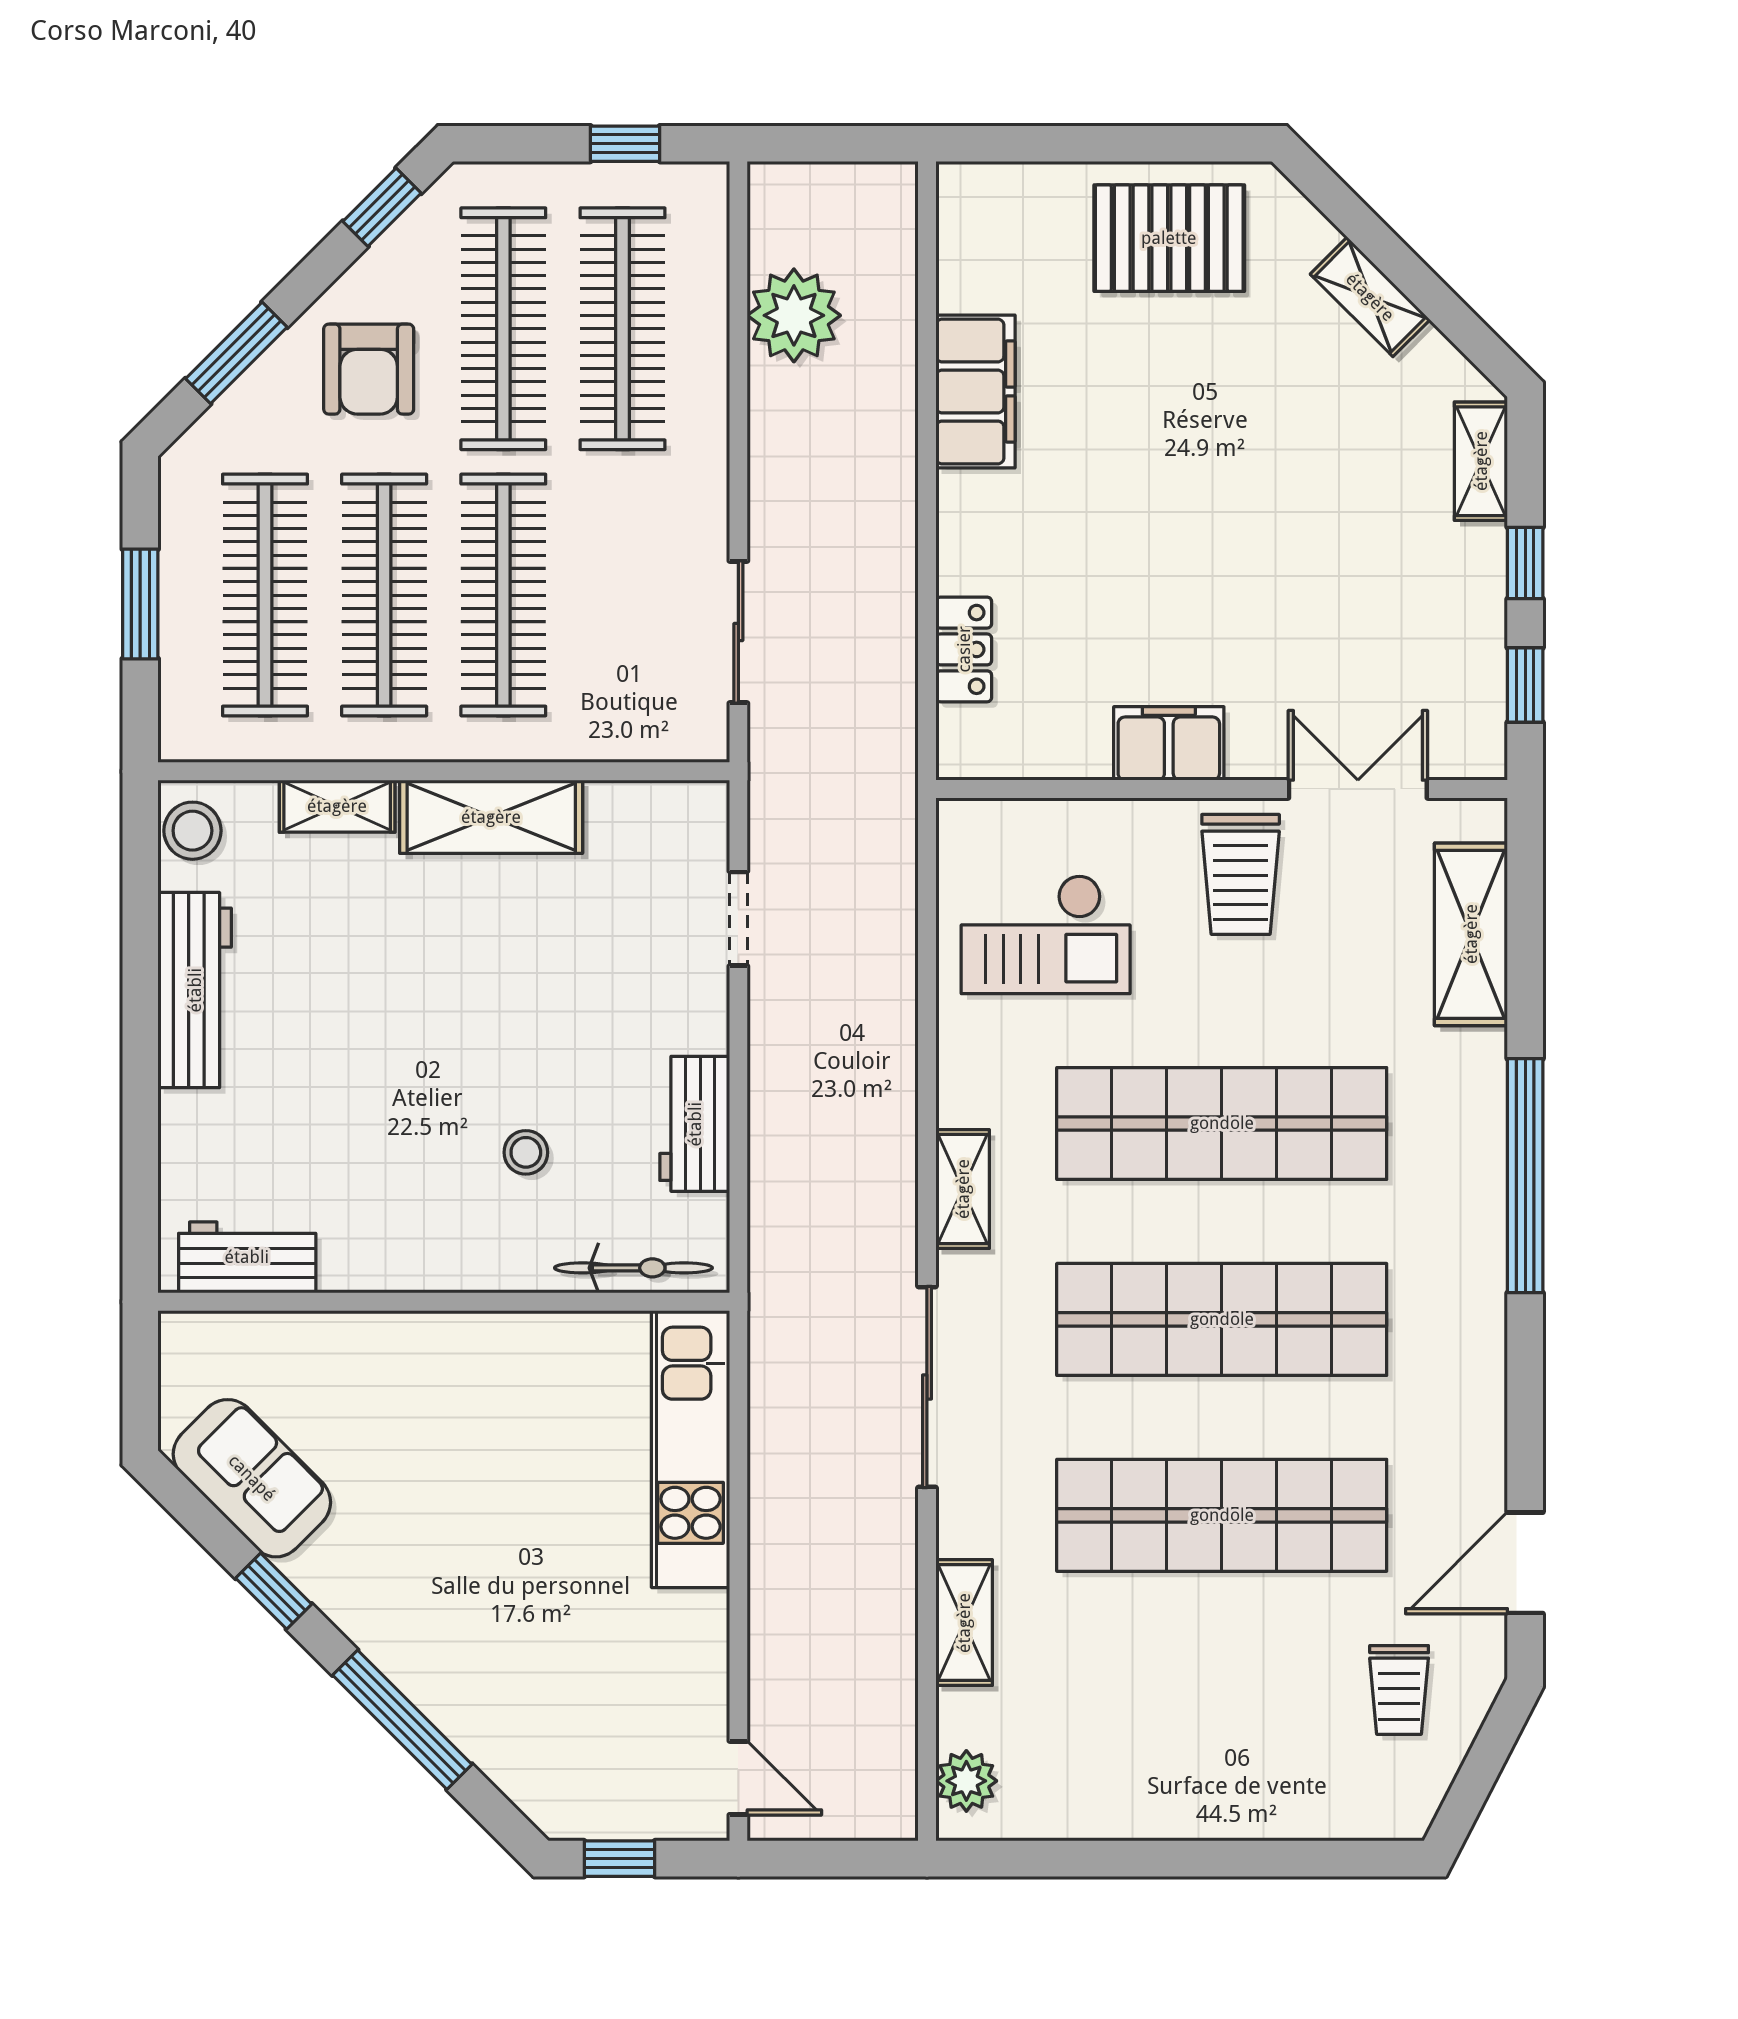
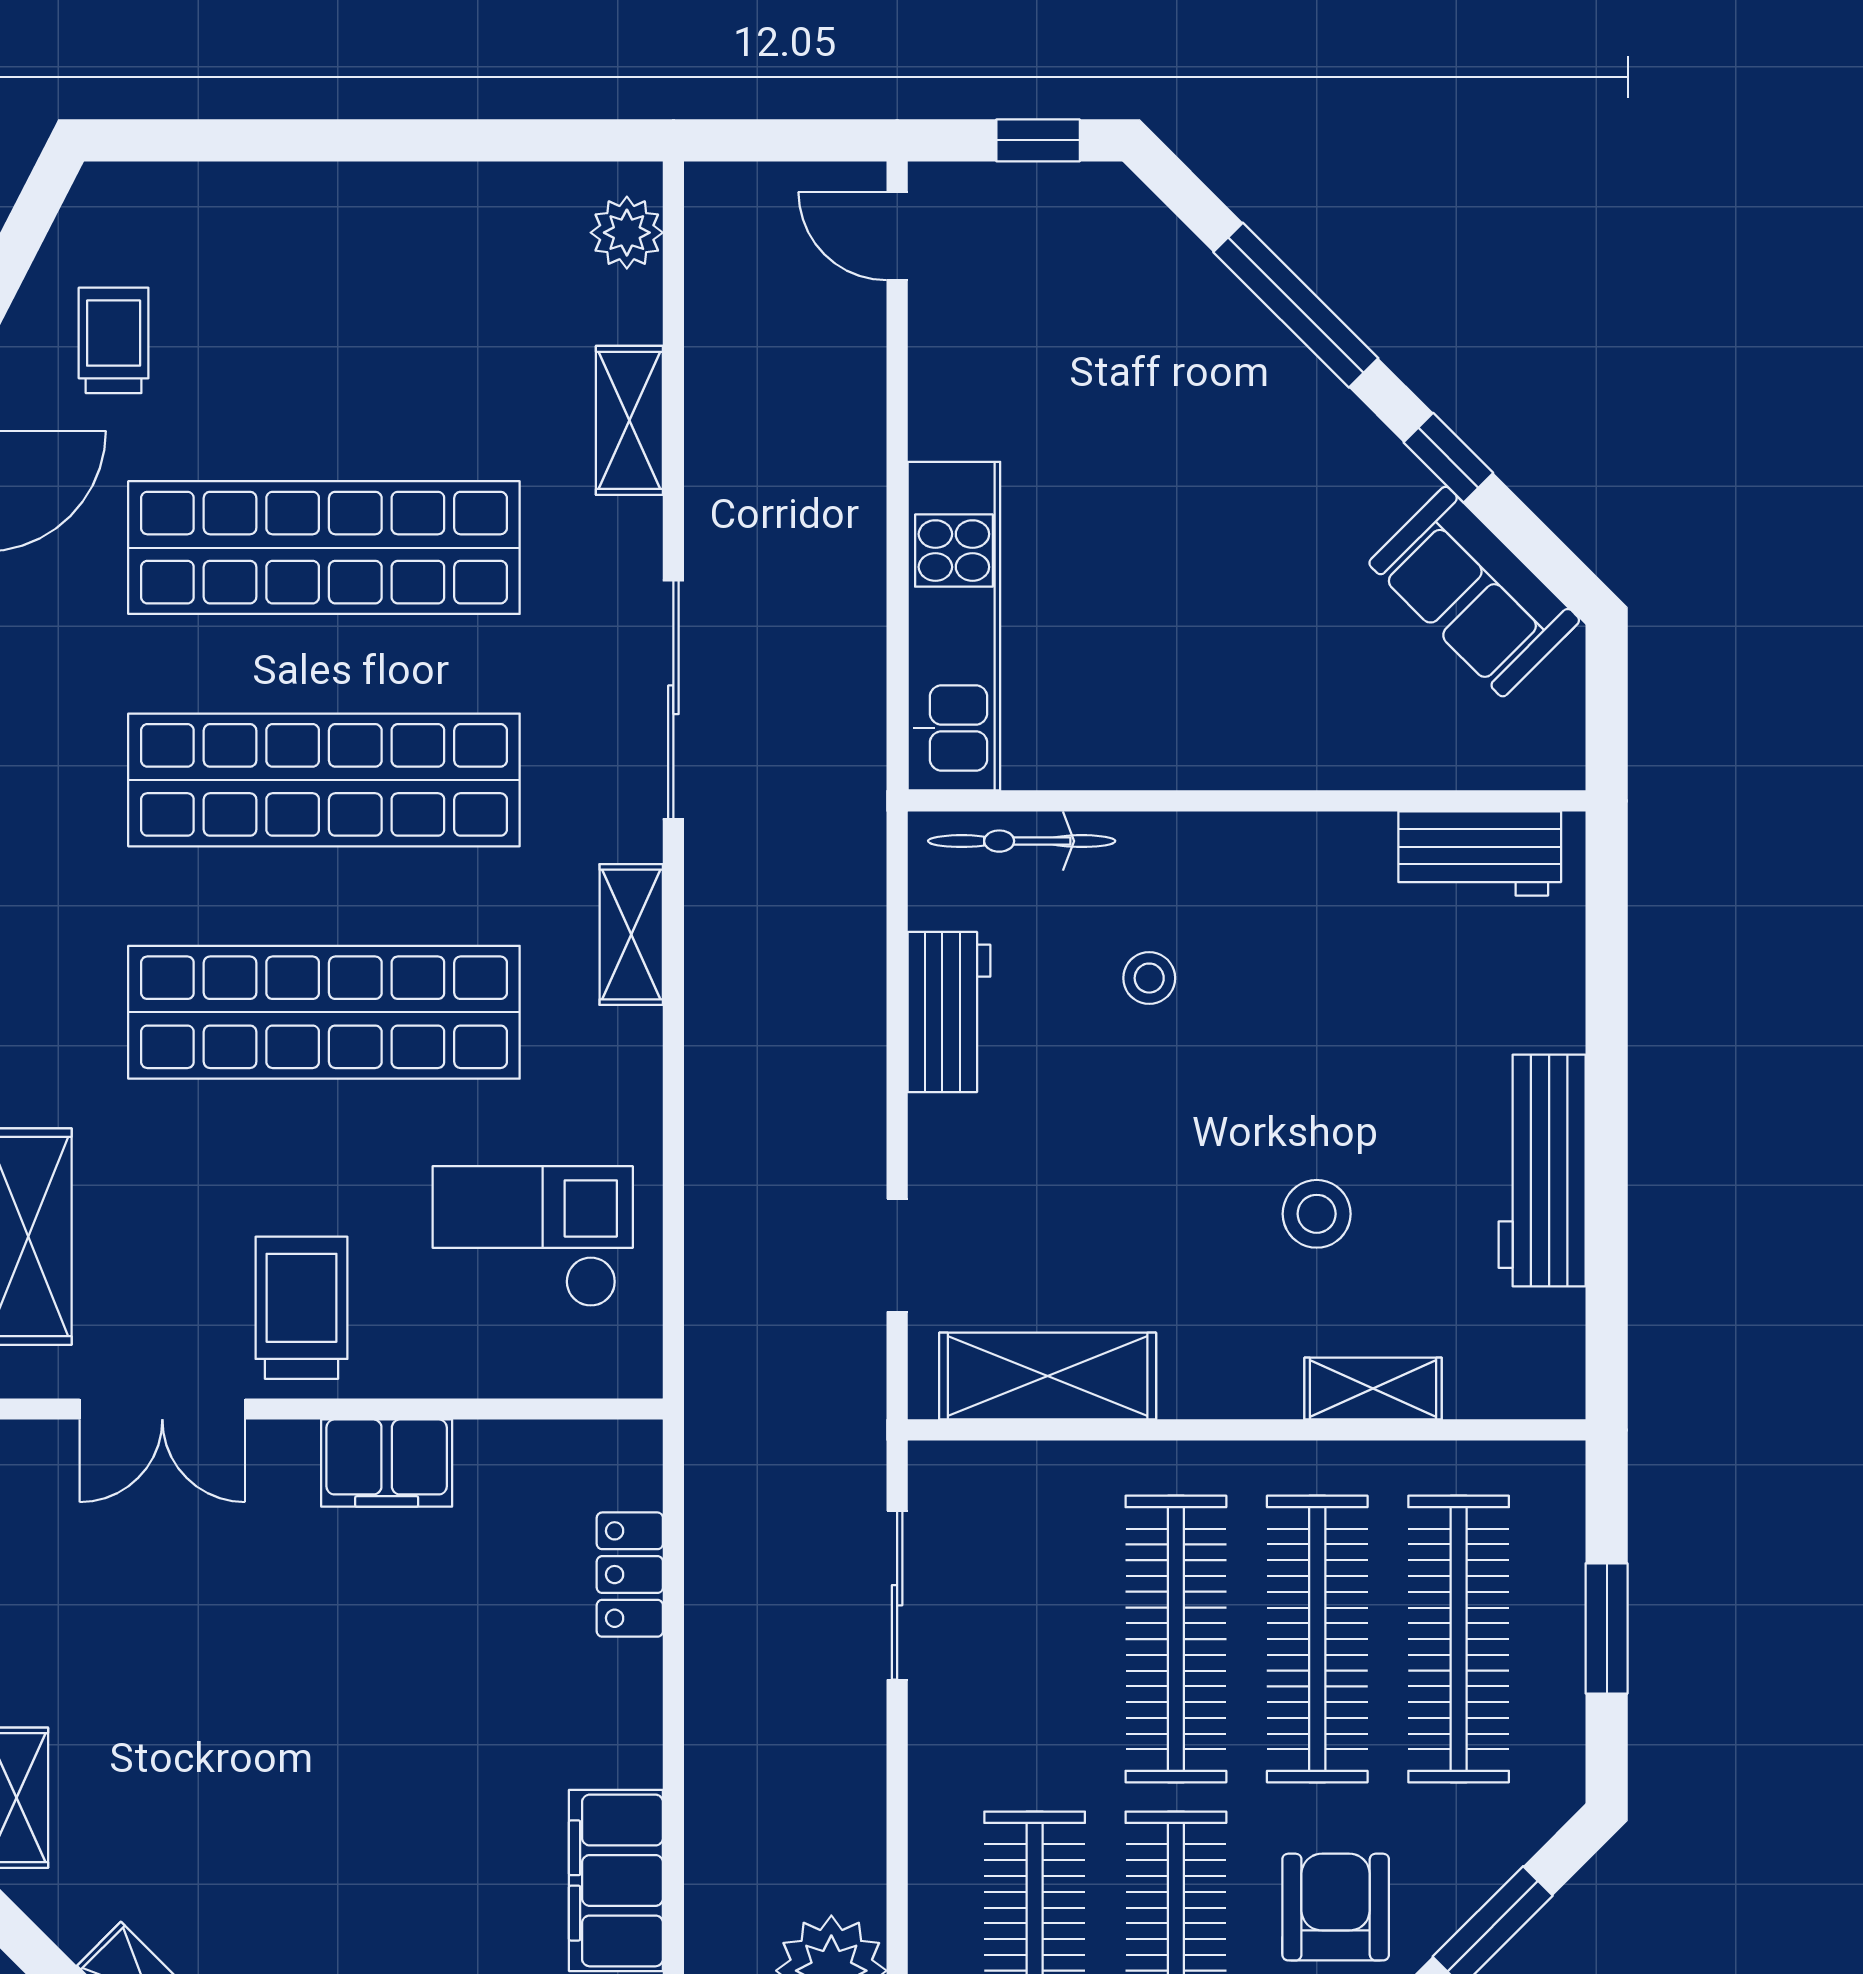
shelving: (491, 817) -> (1048, 1376), moved
stool: (192, 831) -> (1317, 1214), moved

